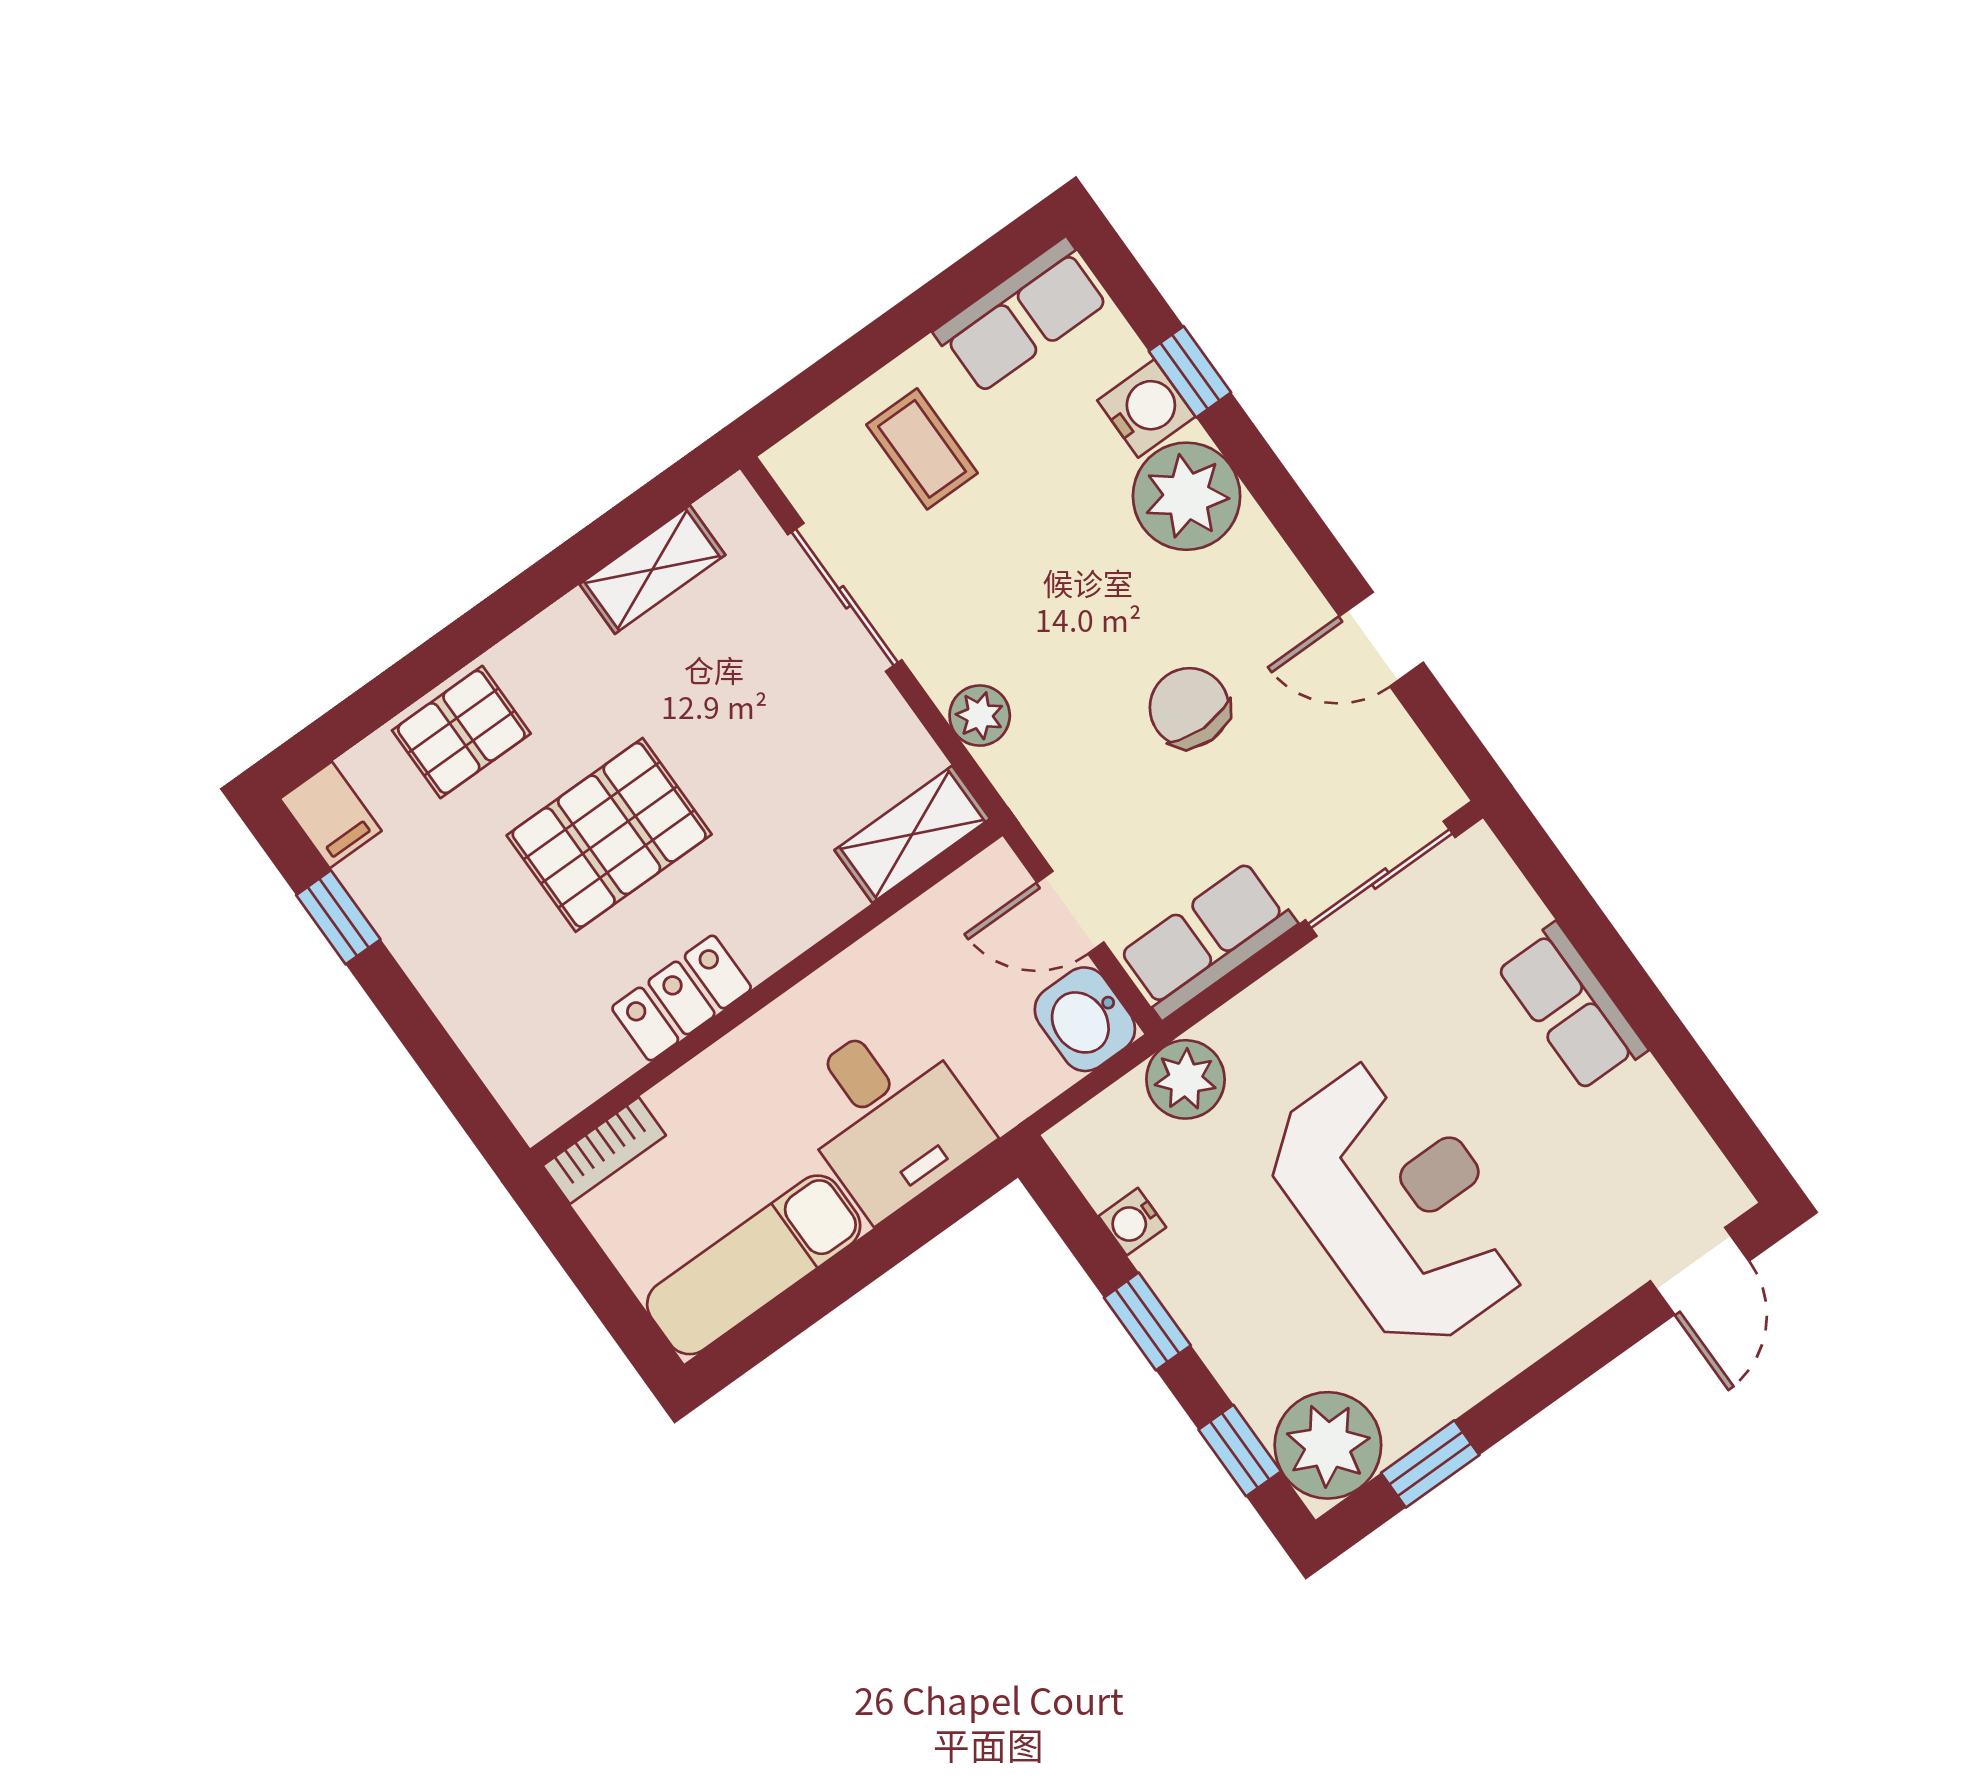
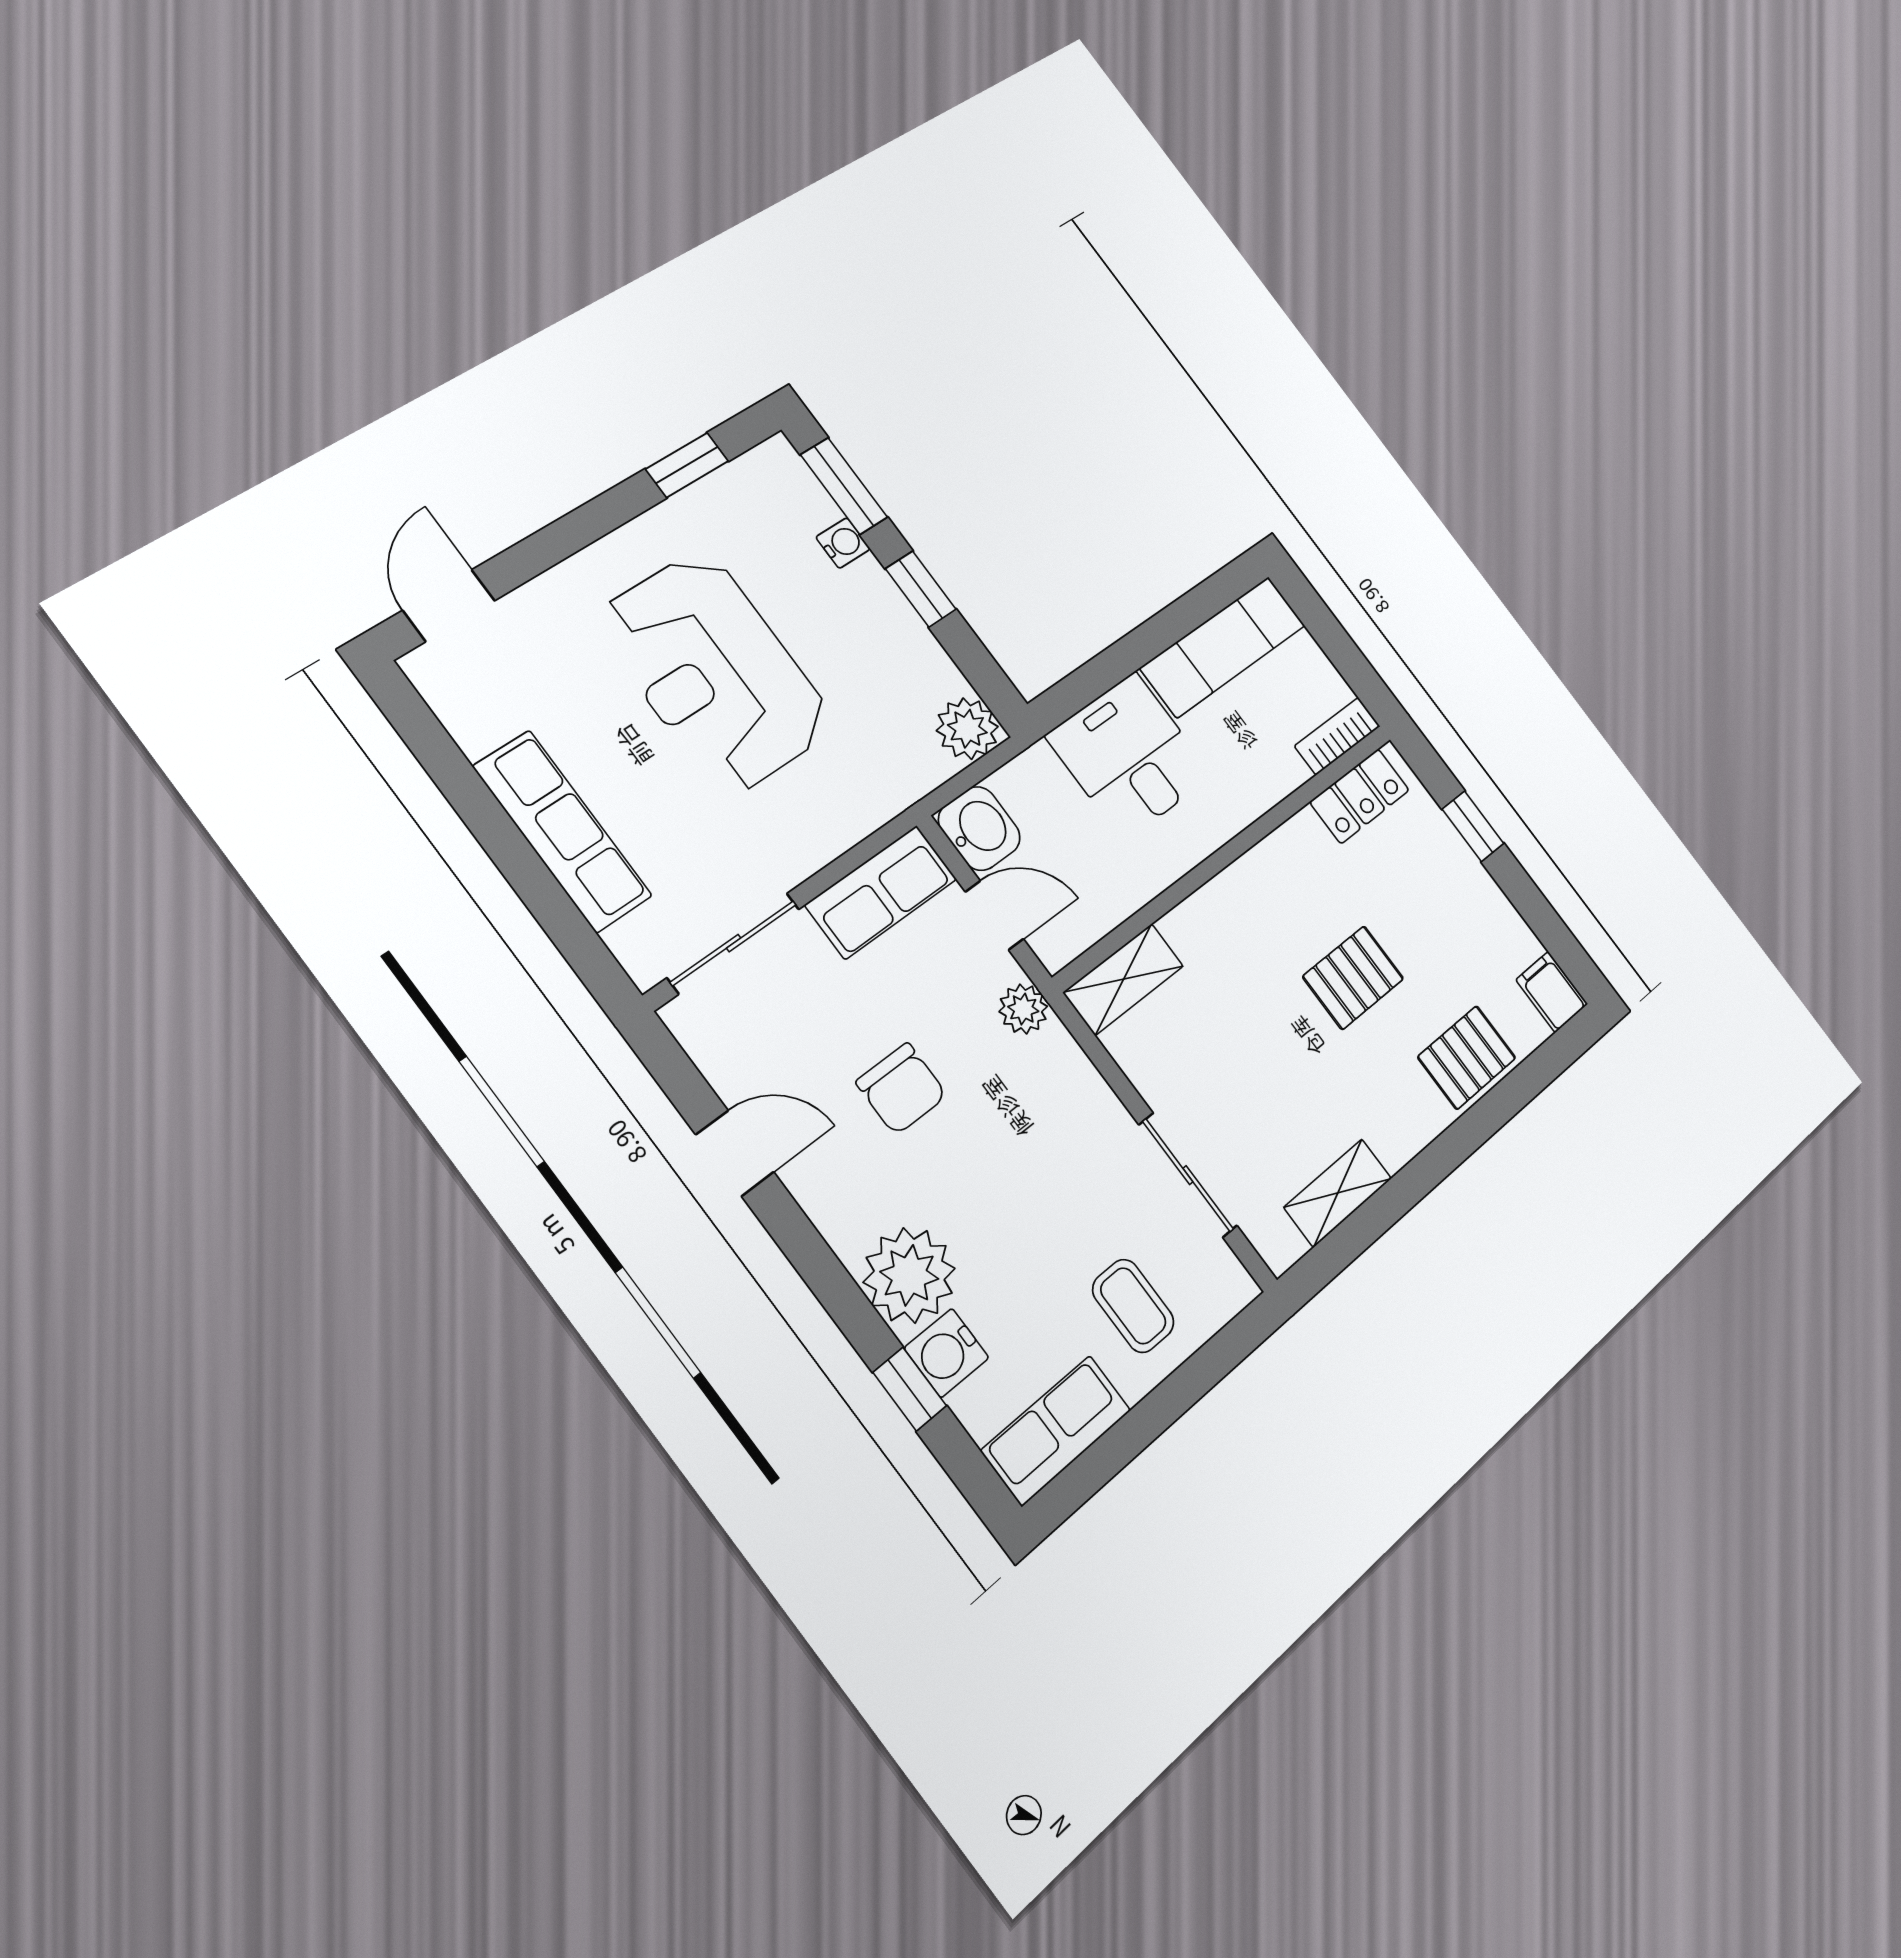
plant: (980, 716) -> (1023, 1009), moved
pallet: (609, 835) -> (1353, 978), width x0.67, depth x0.71
window: (338, 917) -> (1473, 826), moved
locker: (682, 998) -> (1360, 796), moved
row of seats: (1572, 1007) -> (563, 831), width x1.48
plant: (1185, 1079) -> (967, 729), moved
water cooler: (1132, 1222) -> (843, 543), moved
plant: (1328, 1445) -> (772, 485), removed
window: (1240, 1450) -> (844, 486), width x1.50

